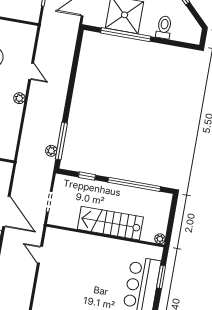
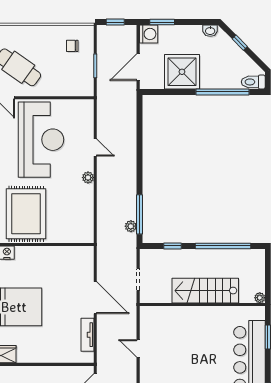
toilet: (164, 27) -> (253, 82), moved, turned -90
window: (126, 35) -> (222, 92), moved
door: (40, 255) -> (138, 348), moved

